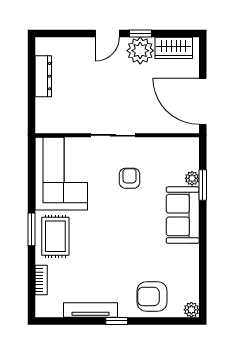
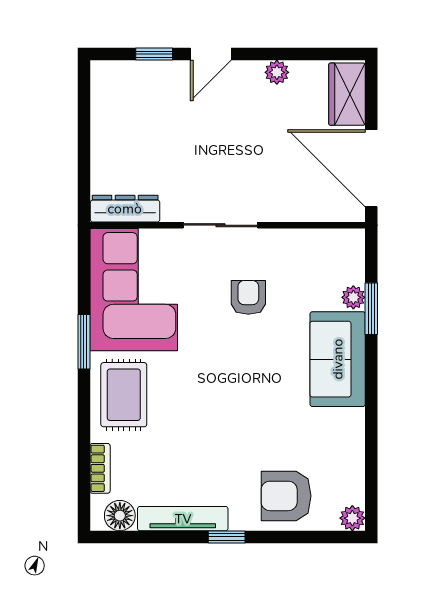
window: (141, 33) -> (154, 54), moved
wardrobe: (174, 48) -> (347, 94), moved, turned 90
plant: (140, 51) -> (277, 72), width x0.53, depth x0.53
dresser: (43, 76) -> (125, 209), moved, turned -90
window: (32, 229) -> (84, 342), moved
floor lamp: (53, 308) -> (120, 516), added

